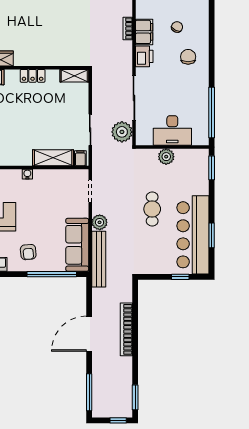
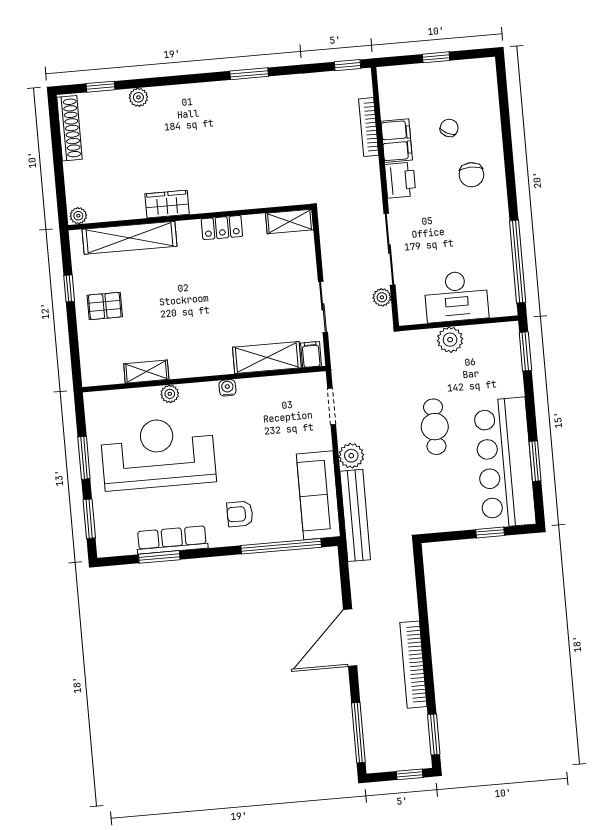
bookcase: (128, 29) -> (369, 127), width x1.56
chair: (188, 57) -> (471, 175), turned 180
plant: (122, 132) -> (382, 297), width x0.53, depth x0.53
armchair: (28, 252) -> (240, 514), turned 95
bookcase: (126, 329) -> (413, 665), moved

